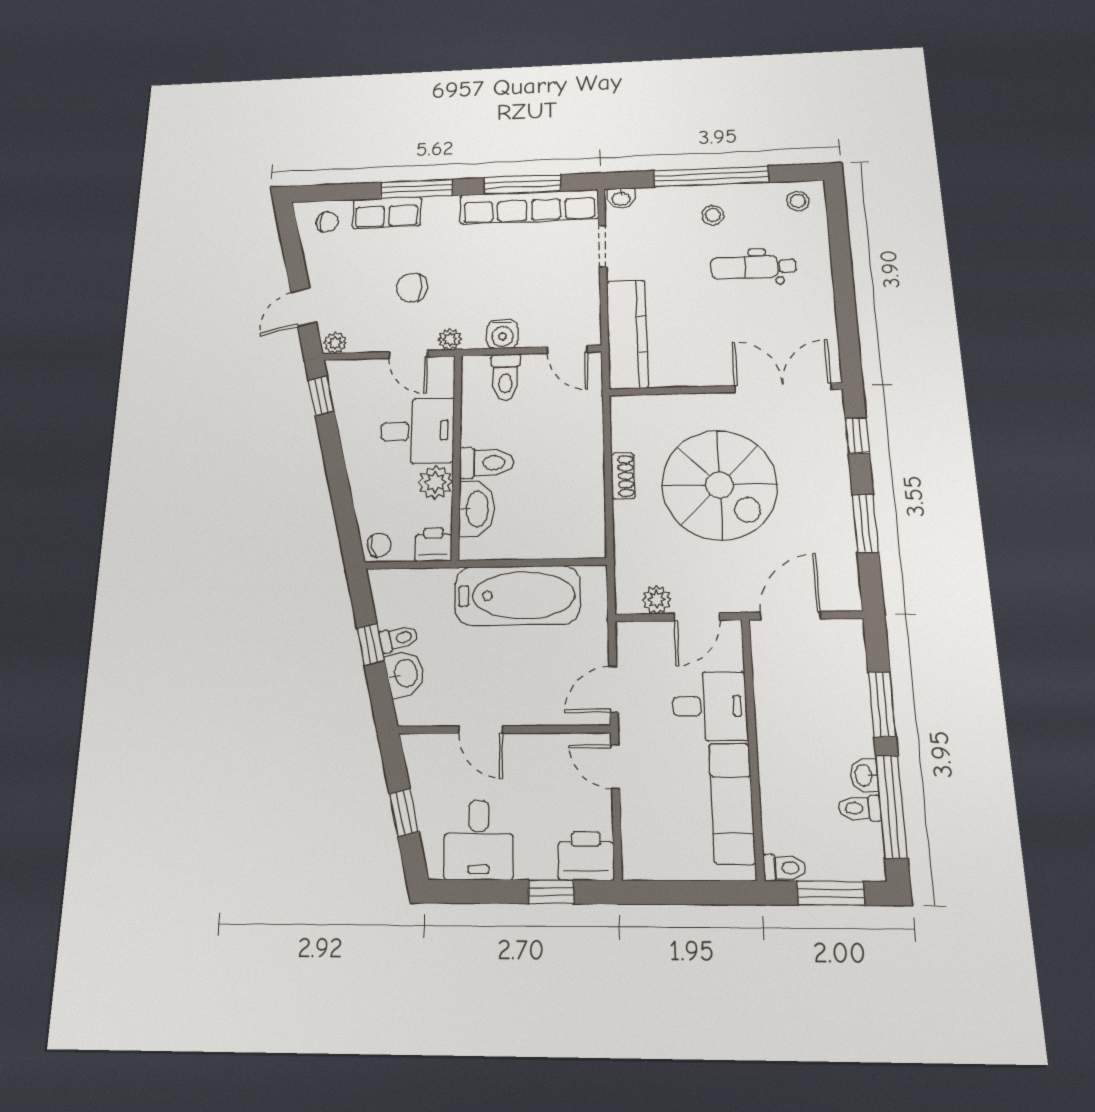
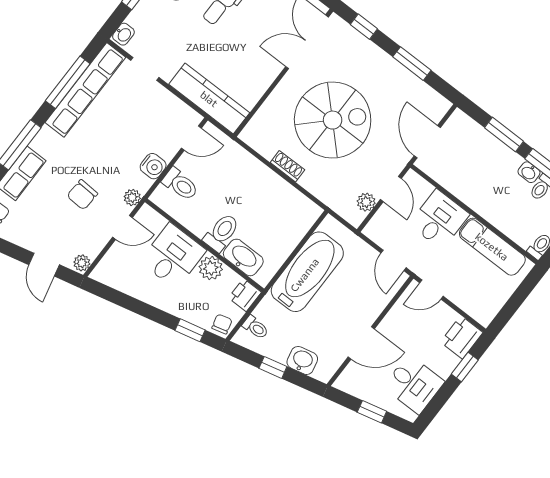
window: (321, 396) -> (190, 330), moved
toilet: (399, 639) -> (255, 327), moved, turned 103
door: (481, 730) -> (361, 343), width x1.38

